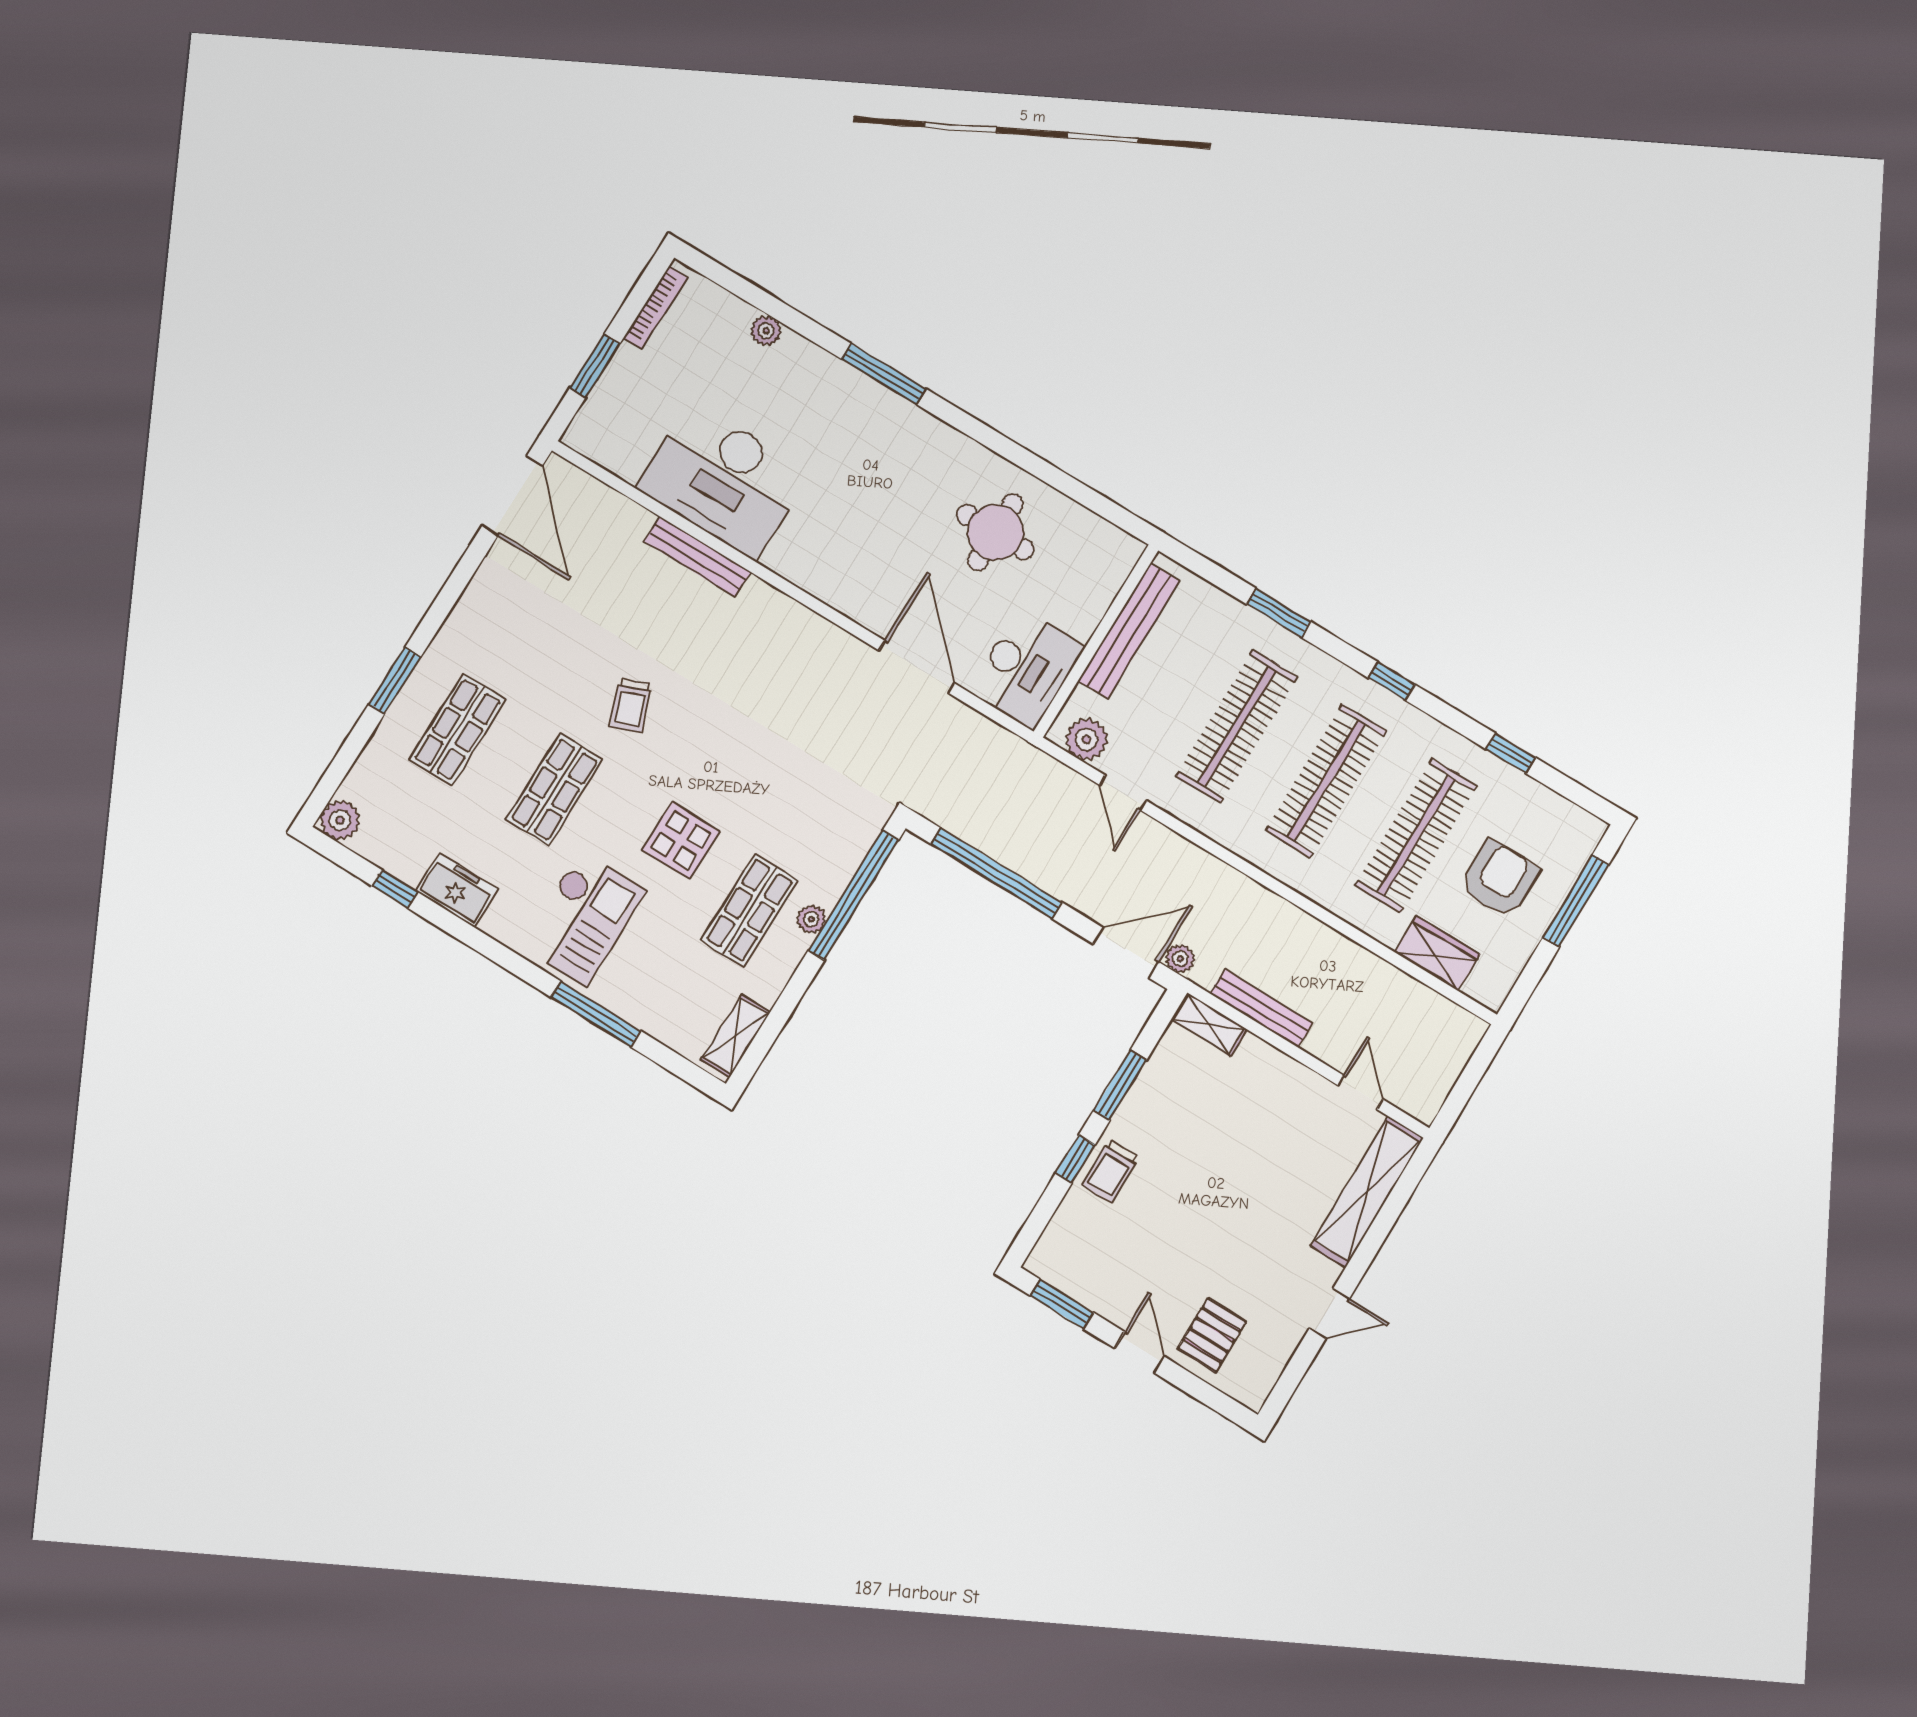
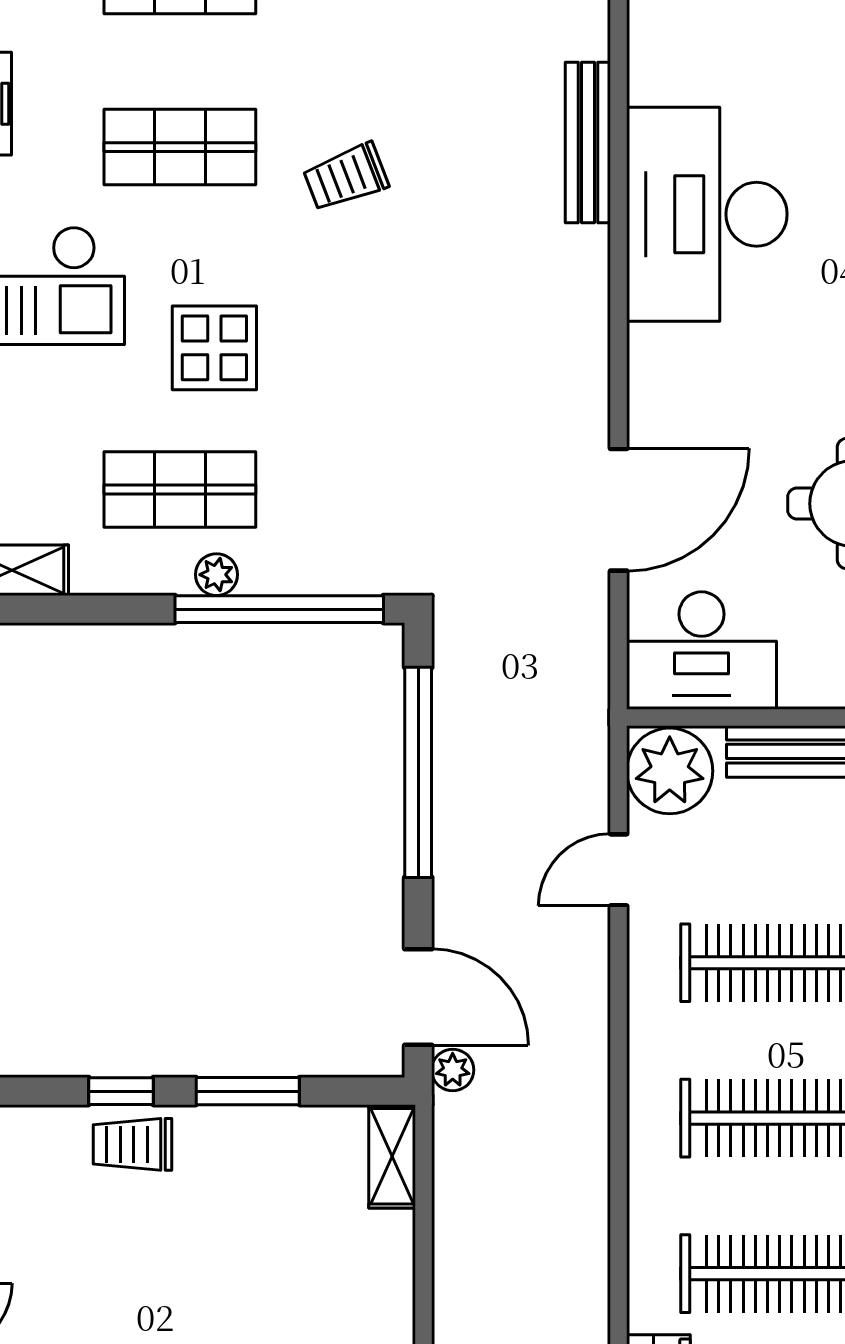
desk: (723, 480) -> (707, 214), moved
plant: (1087, 739) -> (670, 771), width x1.36, depth x1.36
bench: (1261, 1008) -> (453, 1210), removed

